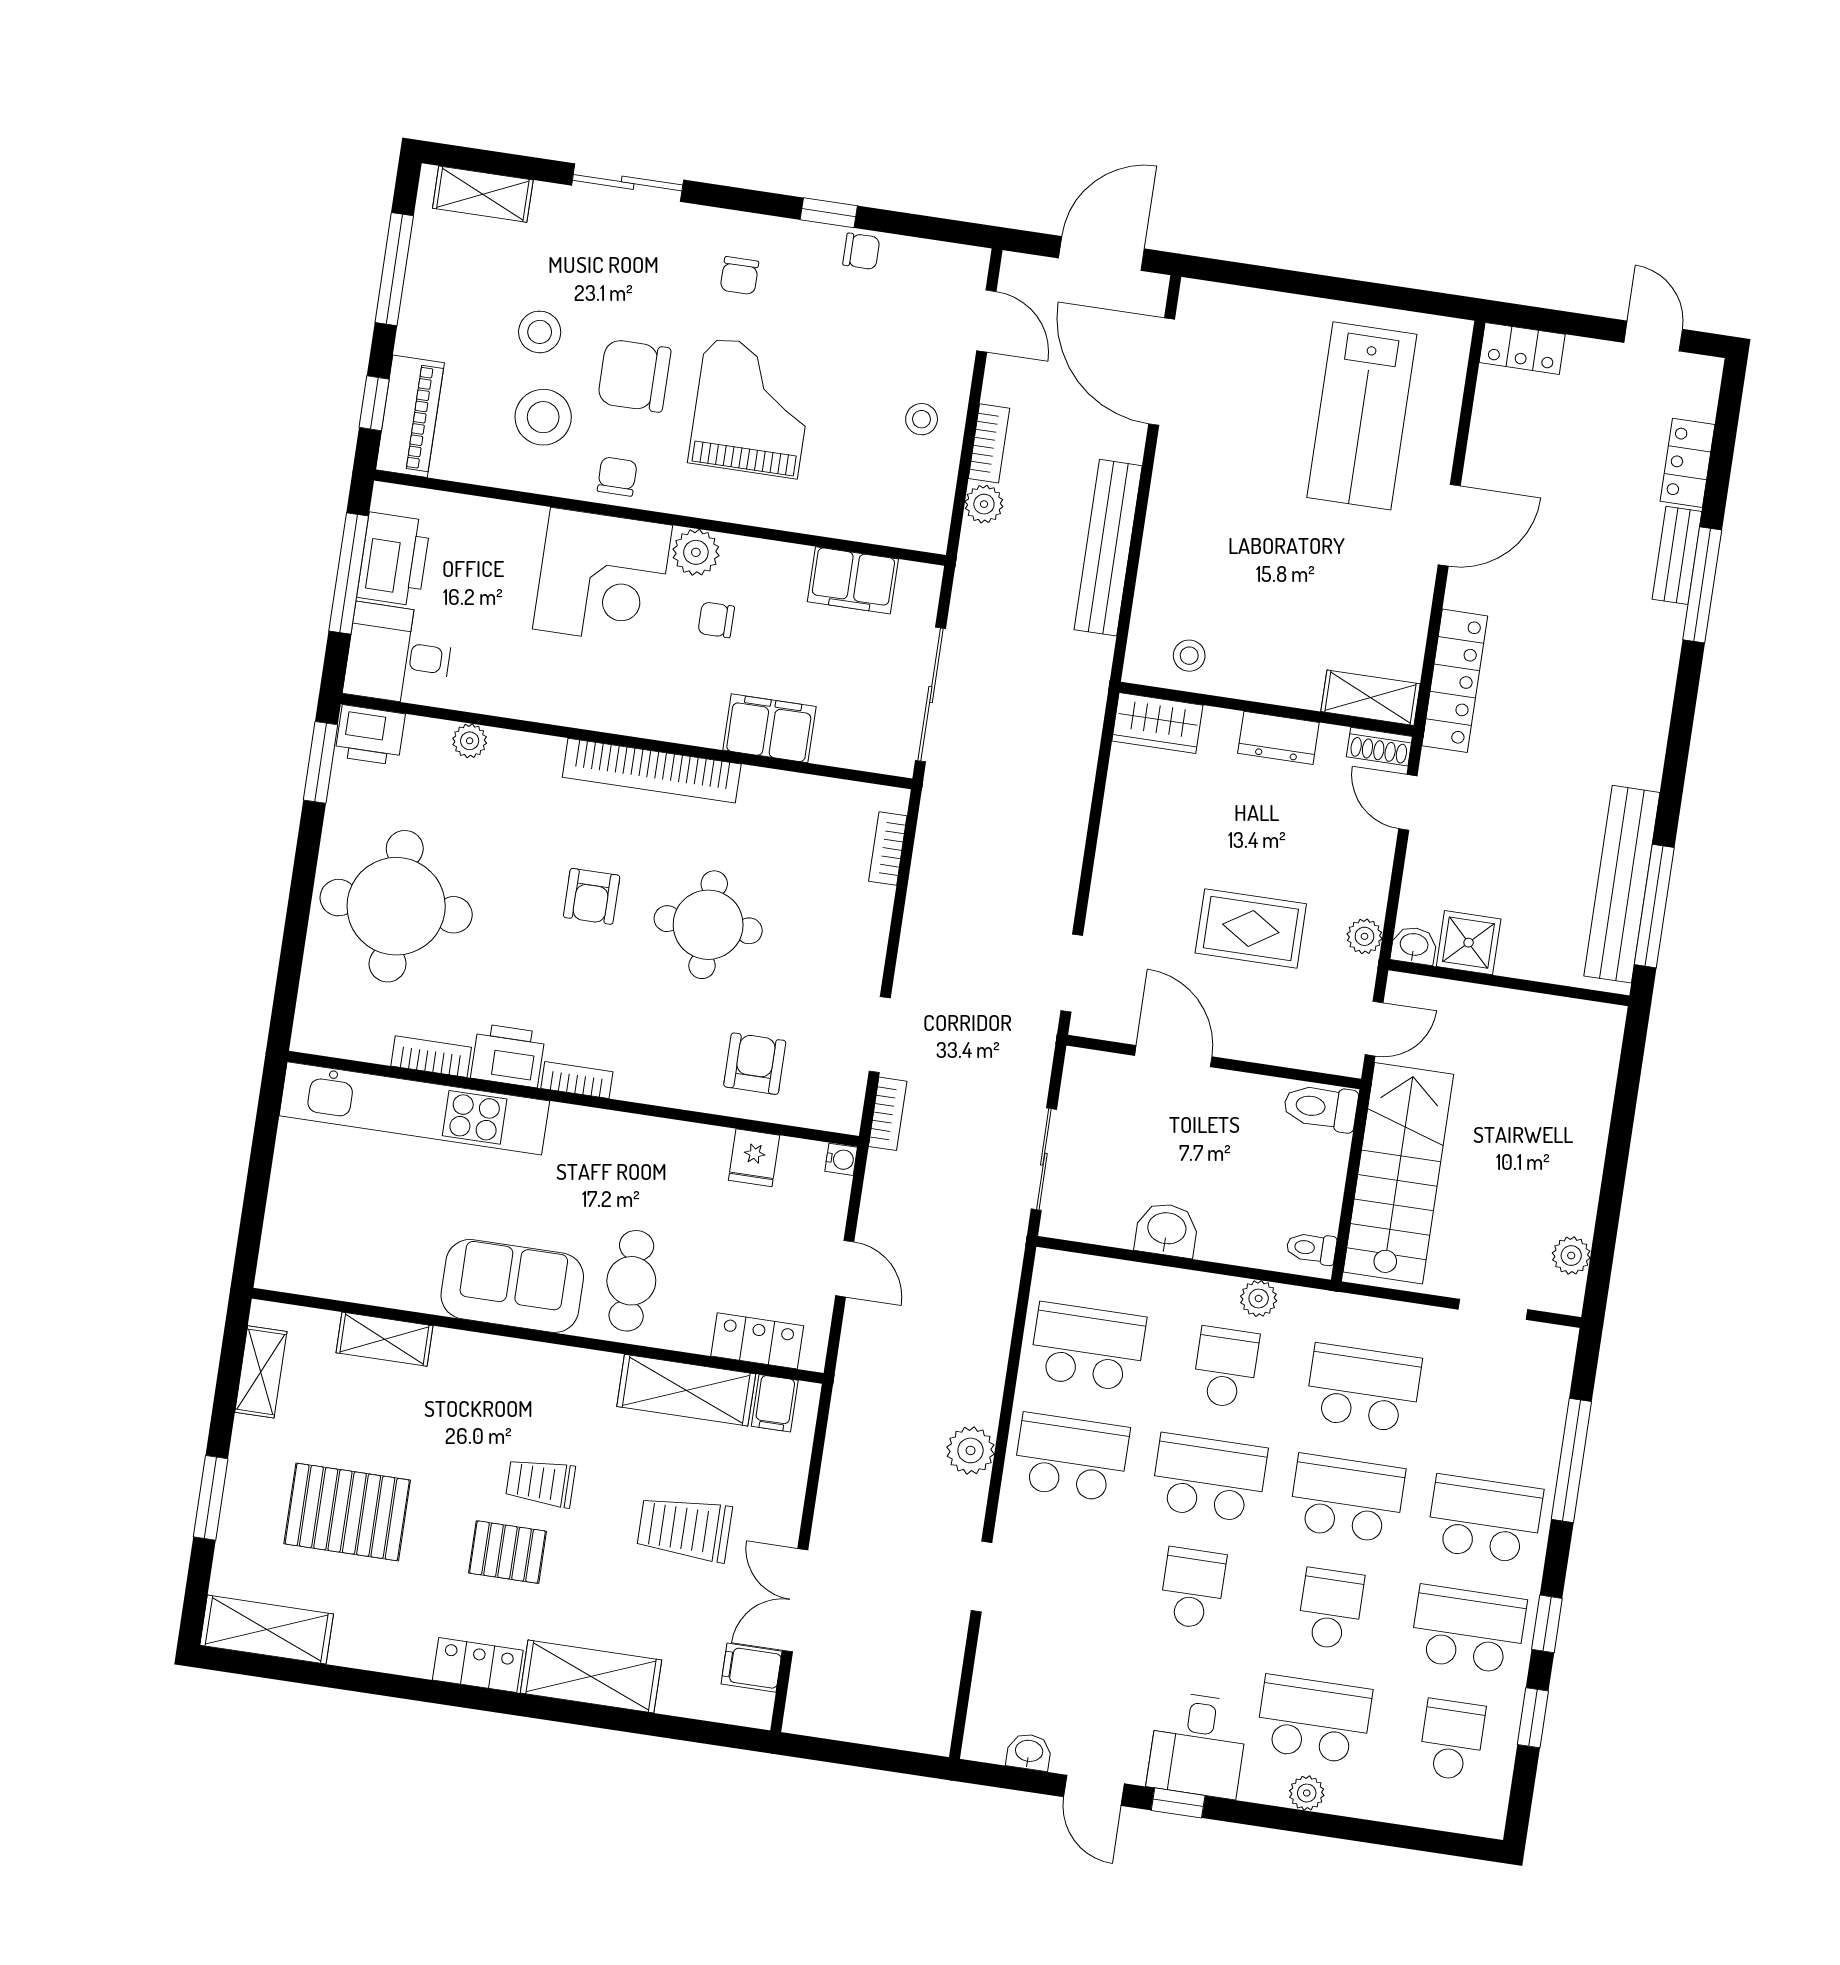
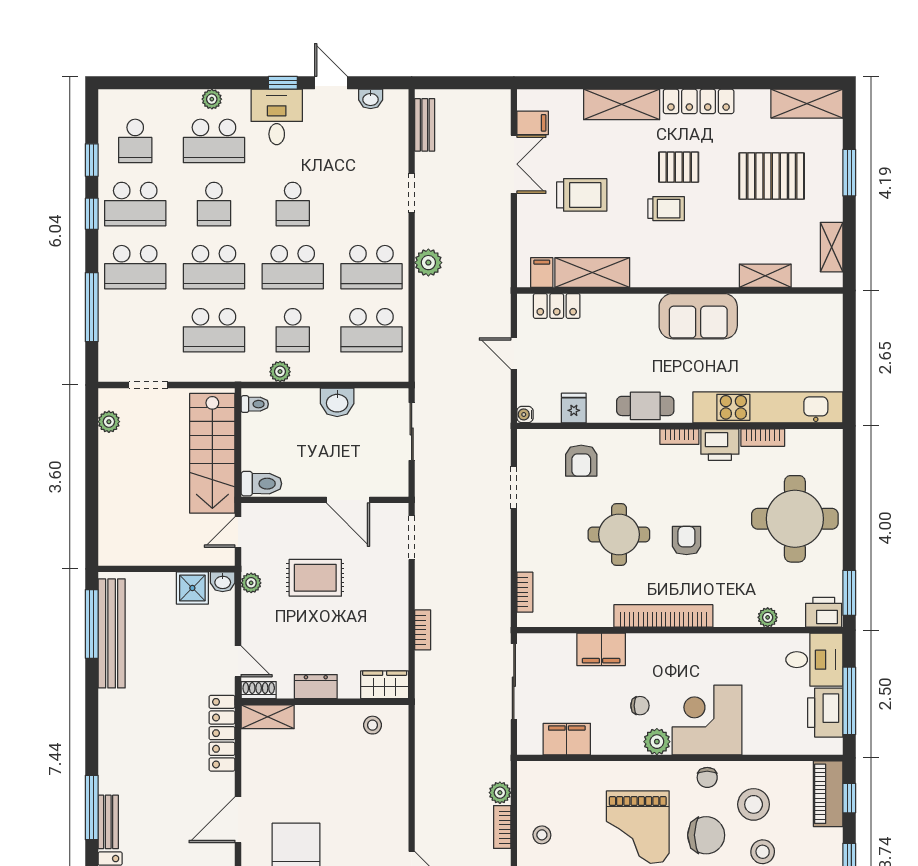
bench: (1108, 548) -> (425, 125), moved, width x0.54, depth x0.82
bookcase: (888, 1114) -> (423, 630), moved, turned 180
cafe table: (631, 1281) -> (645, 406), moved, turned 90
locker: (478, 1665) -> (699, 101), width x1.53

